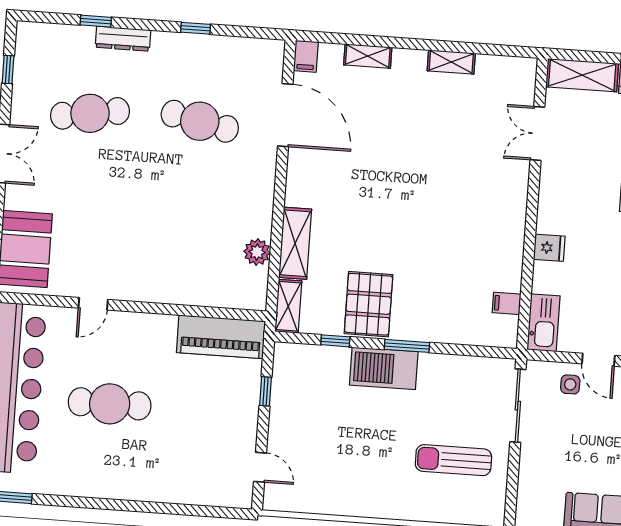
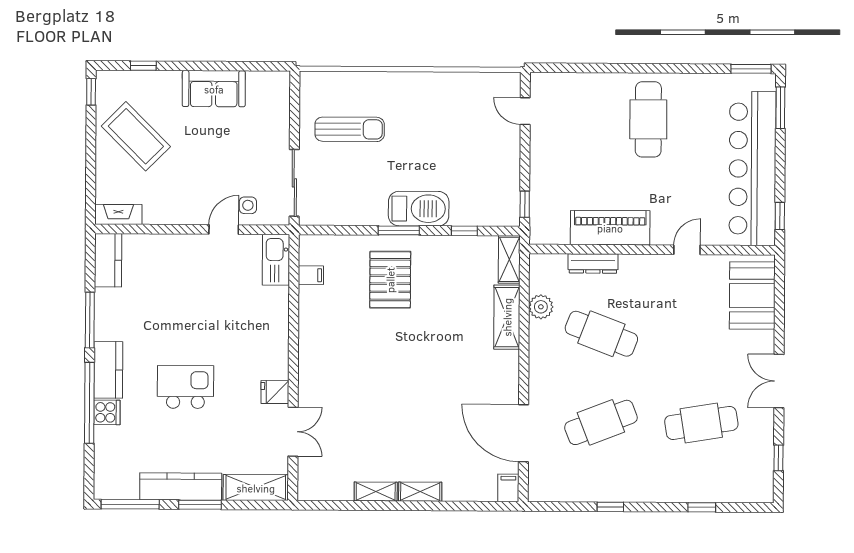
dresser: (123, 39) -> (593, 264), moved, turned 180
shelving: (368, 56) -> (420, 492), moved
cafe table: (200, 121) -> (601, 422), turned -33
cafe table: (193, 218) -> (601, 334), added
fridge: (549, 248) -> (275, 392), moved
pallet: (369, 304) -> (390, 280), moved
piano: (221, 337) -> (610, 228), moved
door: (598, 360) -> (224, 229), hinge flipped
window: (265, 391) -> (525, 204), moved
cafe table: (110, 404) -> (648, 119), moved, turned 90

